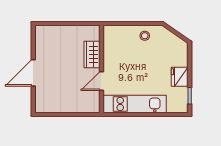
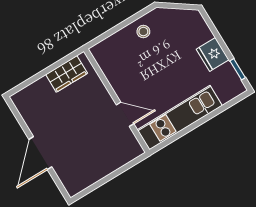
wardrobe: (92, 55) -> (67, 74), moved, turned -90
door: (101, 81) -> (125, 114), swing flipped

